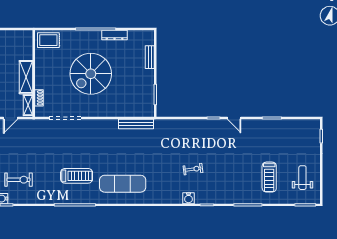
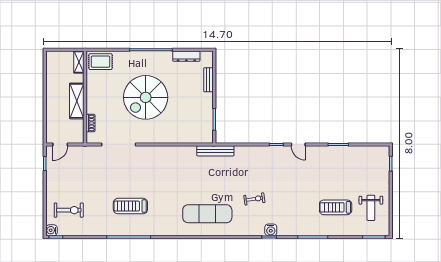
dresser: (115, 35) -> (186, 56), moved
shelving: (28, 105) -> (79, 62), moved
bench: (136, 124) -> (215, 151), moved
treadmill: (77, 176) -> (130, 206), turned 180
treadmill: (269, 177) -> (336, 207), turned 90
weight bench: (302, 178) -> (371, 208), turned 180
exercise mat: (123, 184) -> (207, 214), moved
water cooler: (188, 198) -> (271, 230), moved

